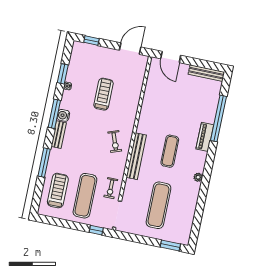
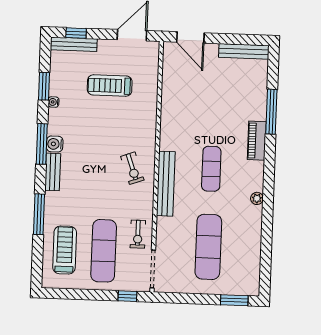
bench: (88, 48) -> (74, 44), added
treadmill: (103, 94) -> (110, 86), moved, turned -90
window: (218, 118) -> (271, 112), width x0.68

